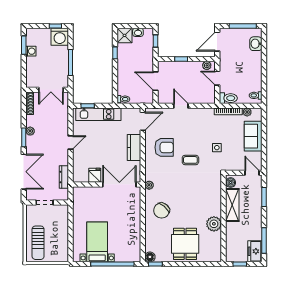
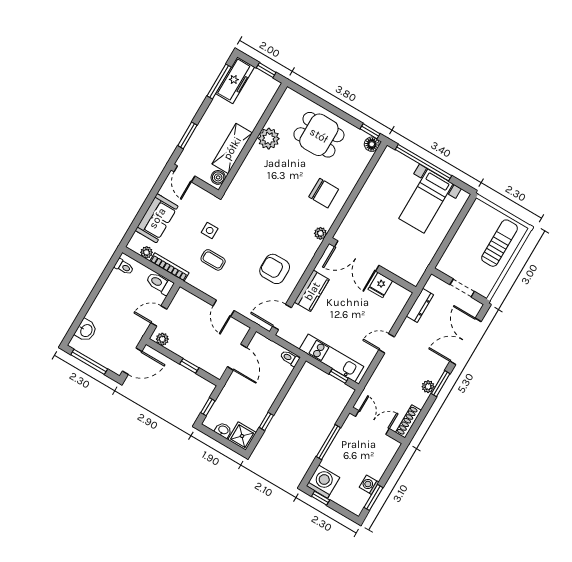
door: (217, 78) -> (159, 316), swing flipped
coffee table: (190, 160) -> (213, 260), moved
chair: (162, 211) -> (324, 193), turned 50
dining table: (185, 244) -> (319, 135), turned 90
freezer: (255, 251) -> (235, 80), width x1.40

